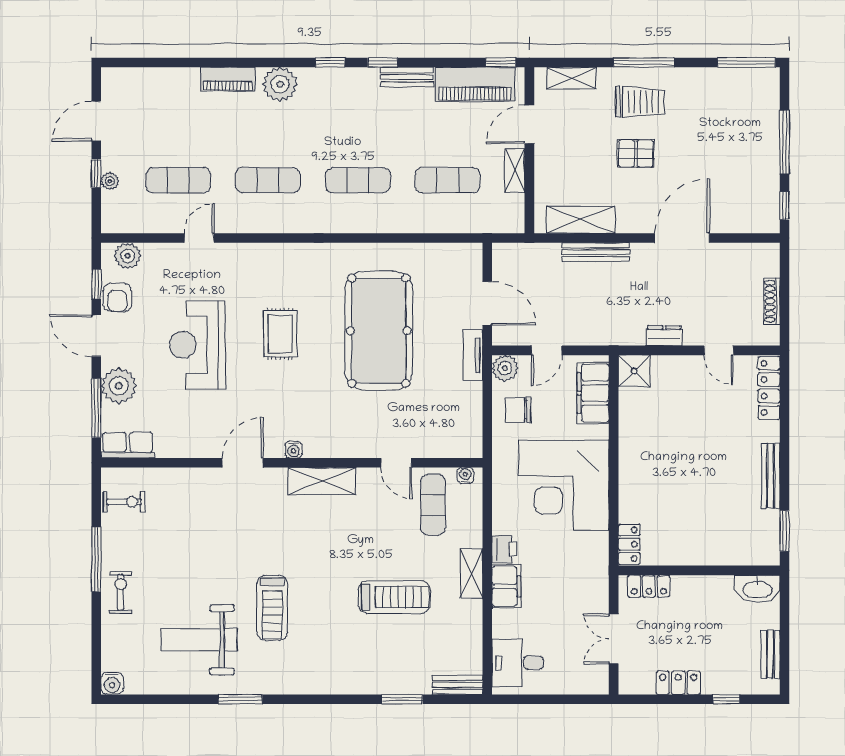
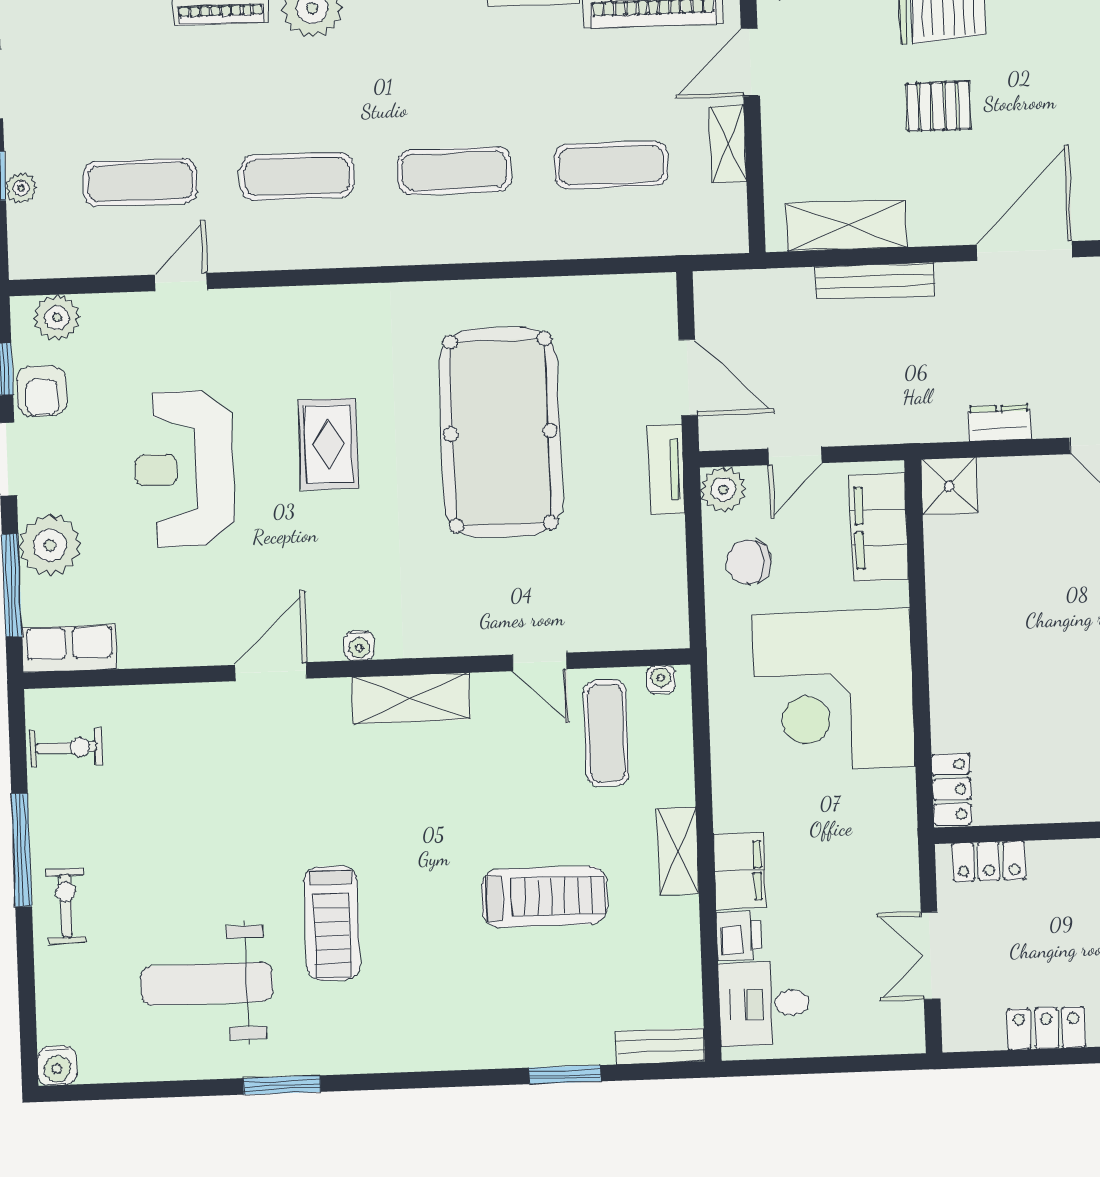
printer: (504, 549) -> (739, 936), moved

